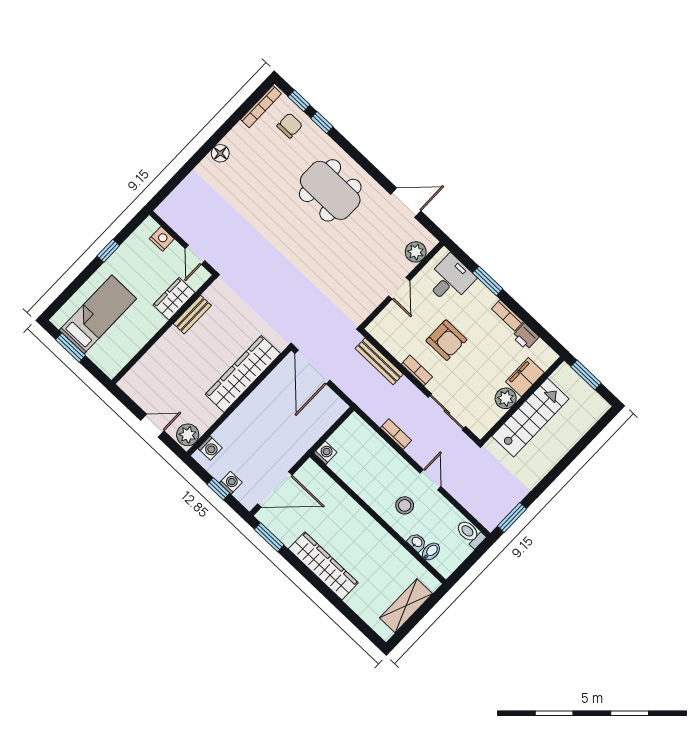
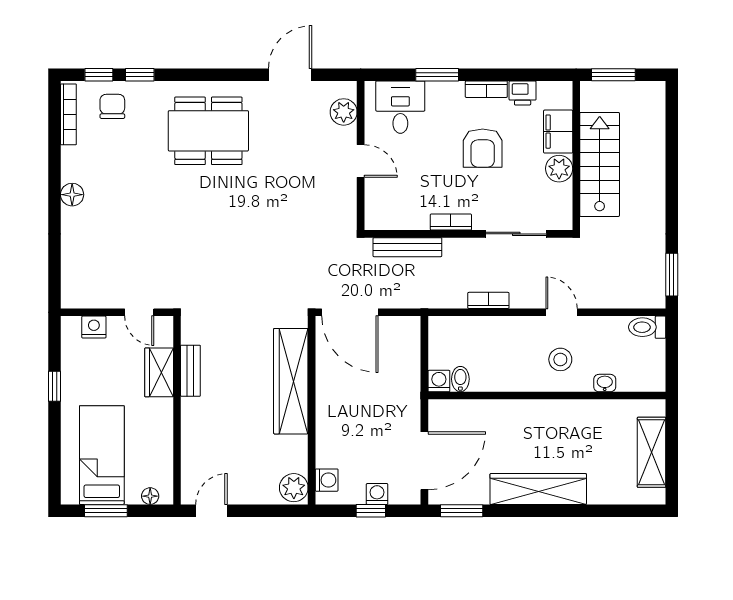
armchair: (446, 340) -> (483, 148), moved, turned 90
floor lamp: (103, 363) -> (150, 496), added
door: (152, 426) -> (211, 511), moved
bidet: (431, 551) -> (460, 379), moved

